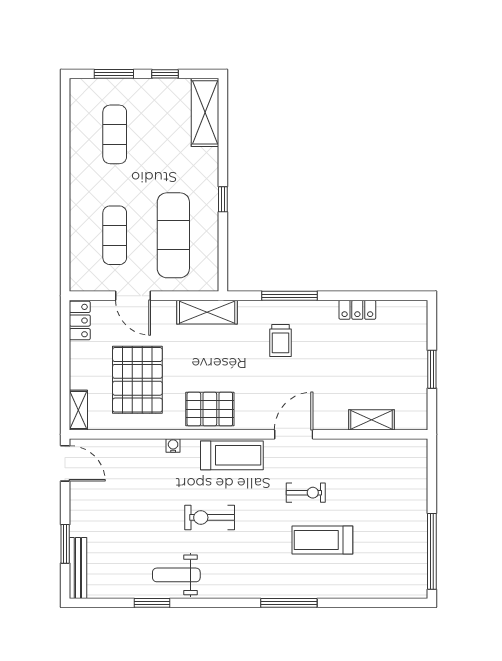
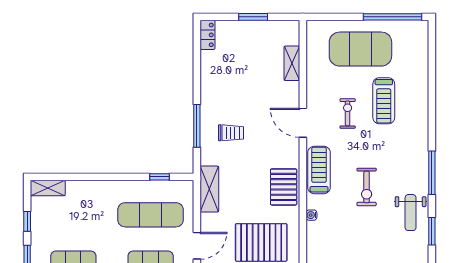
shelving: (205, 112) -> (48, 188), width x0.67, depth x0.75
window: (223, 199) -> (160, 177), moved
locker: (357, 310) -> (208, 35), moved
exercise mat: (390, 510) -> (360, 49), added
window: (289, 603) -> (432, 173), moved

